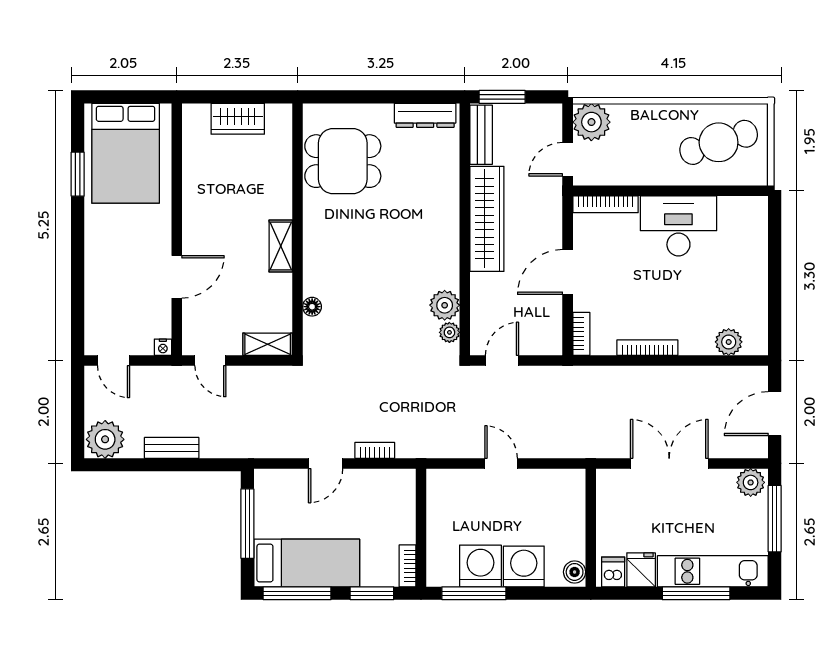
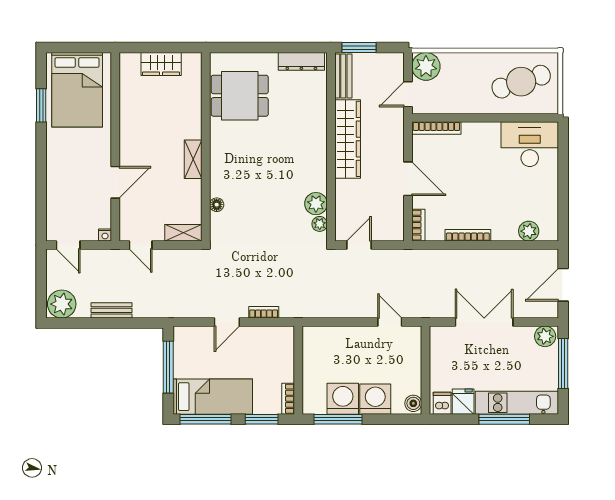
desk: (678, 226) -> (530, 144), moved
door: (568, 272) -> (408, 179), swing flipped
door: (501, 463) -> (390, 322), moved

